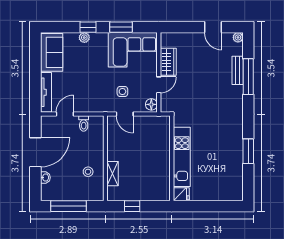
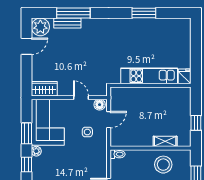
plant: (238, 37) -> (40, 27), width x1.87, depth x1.87
plant: (84, 38) -> (36, 151), moved
wardrobe: (168, 62) -> (44, 89), moved
door: (125, 114) -> (109, 120), moved
toilet: (84, 123) -> (118, 154), moved
stool: (88, 172) -> (163, 165), width x1.89, depth x1.89

